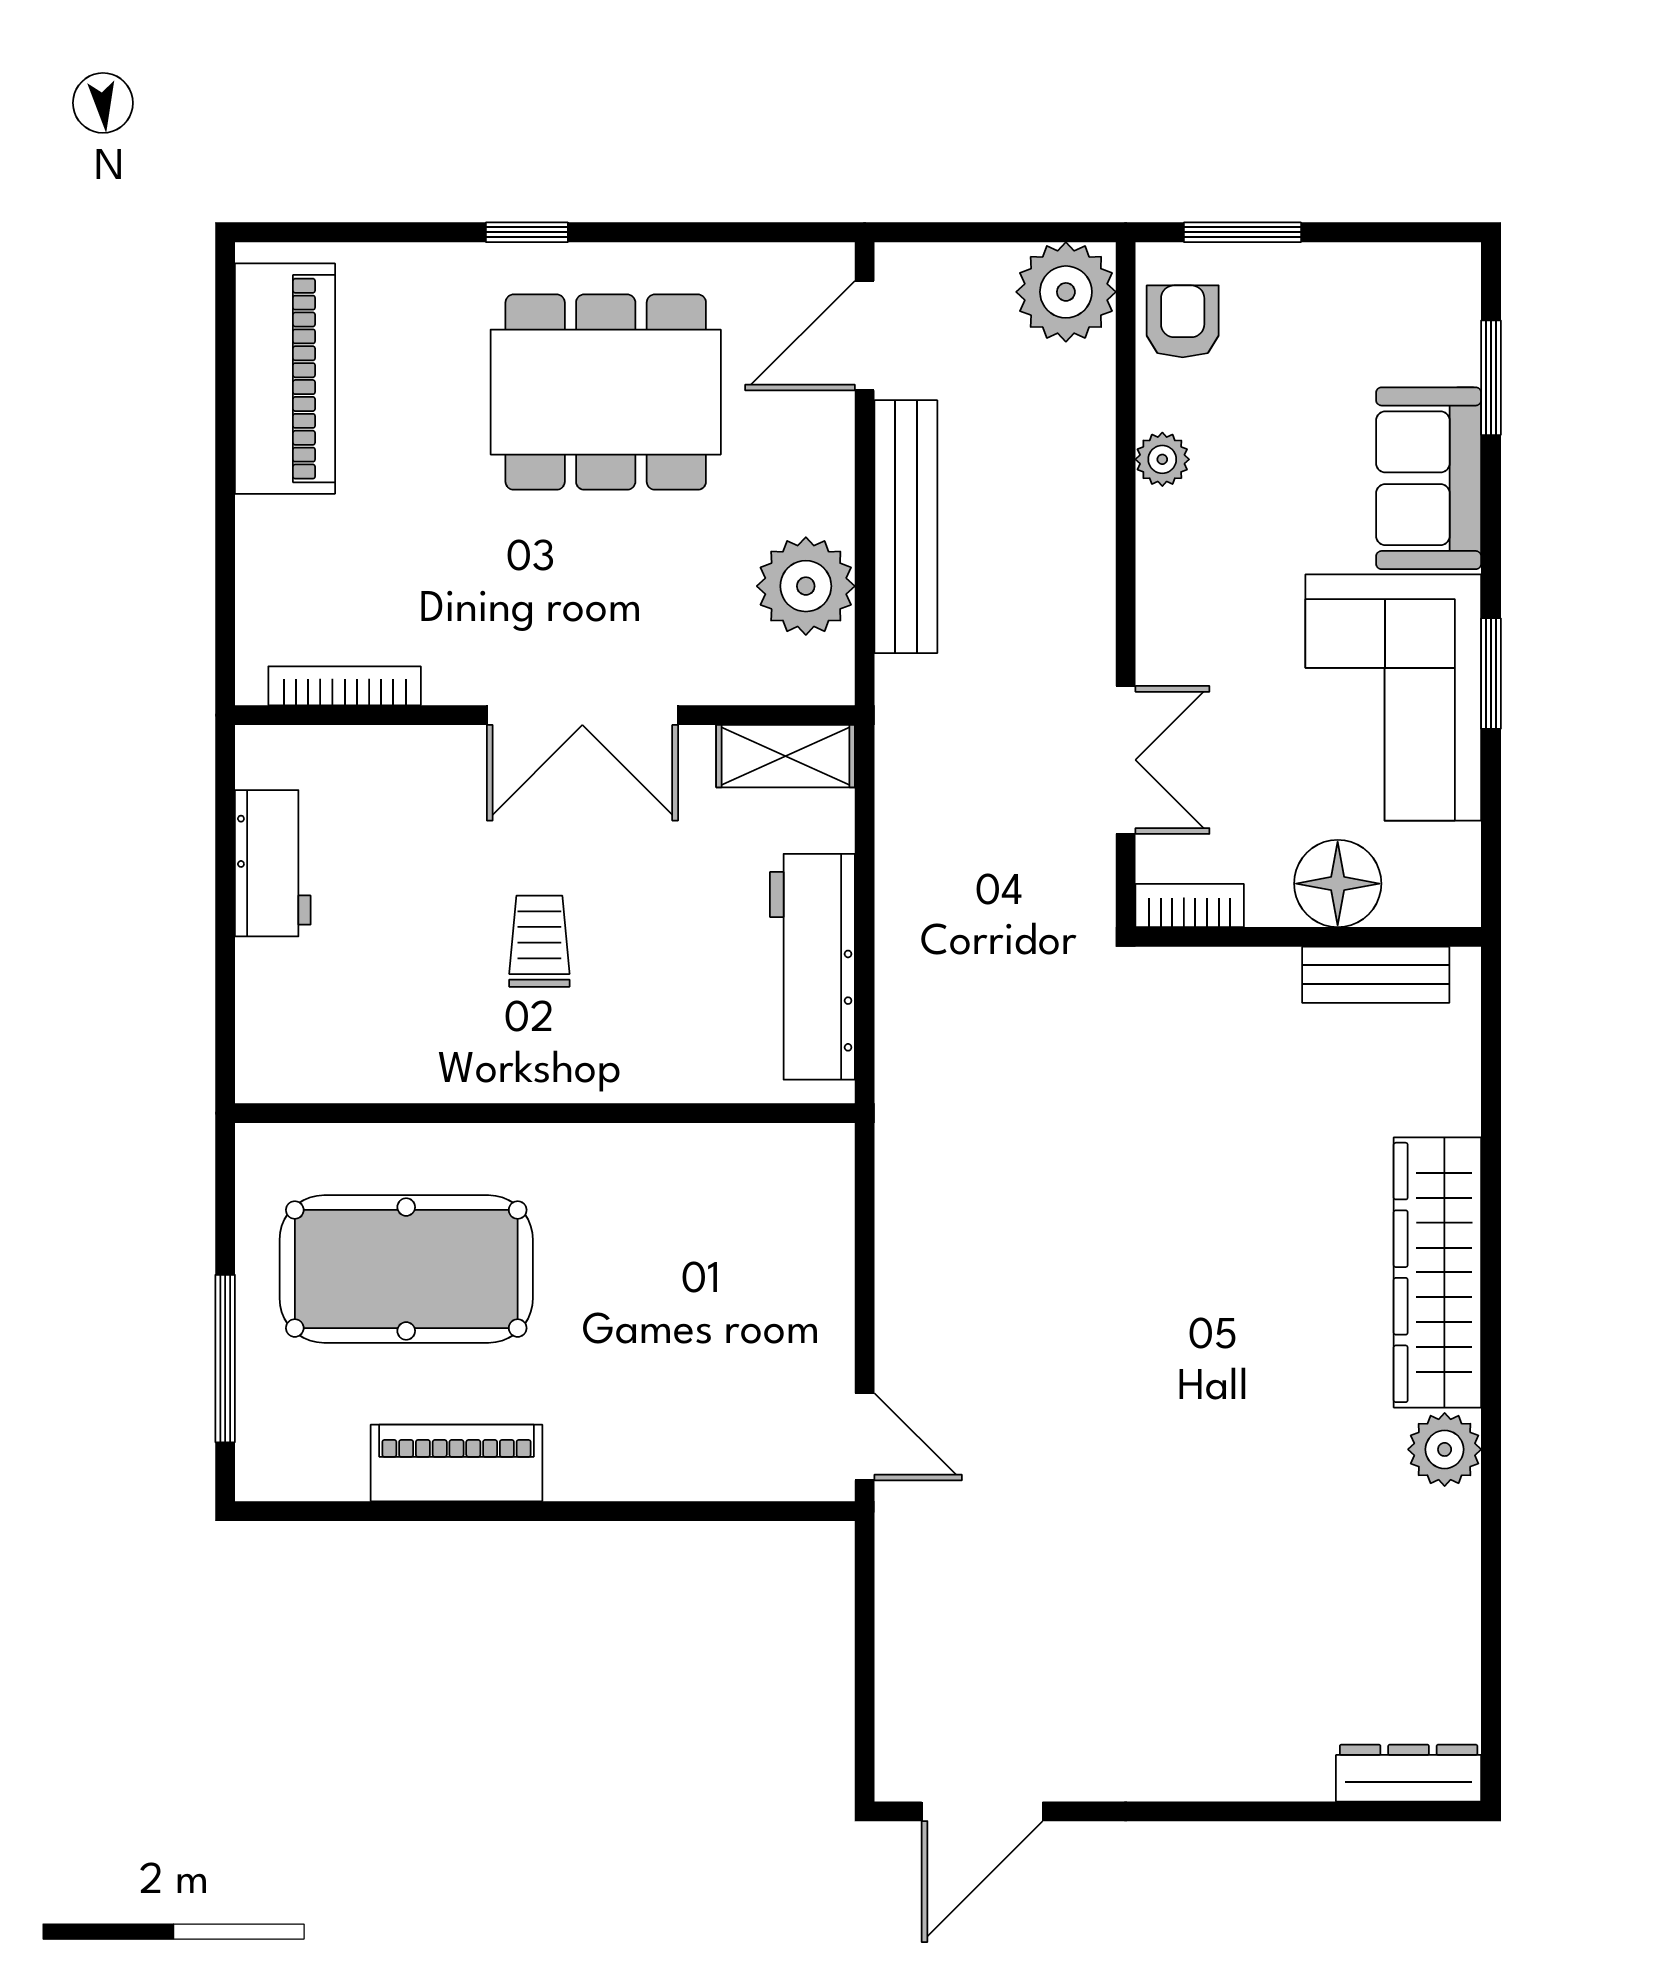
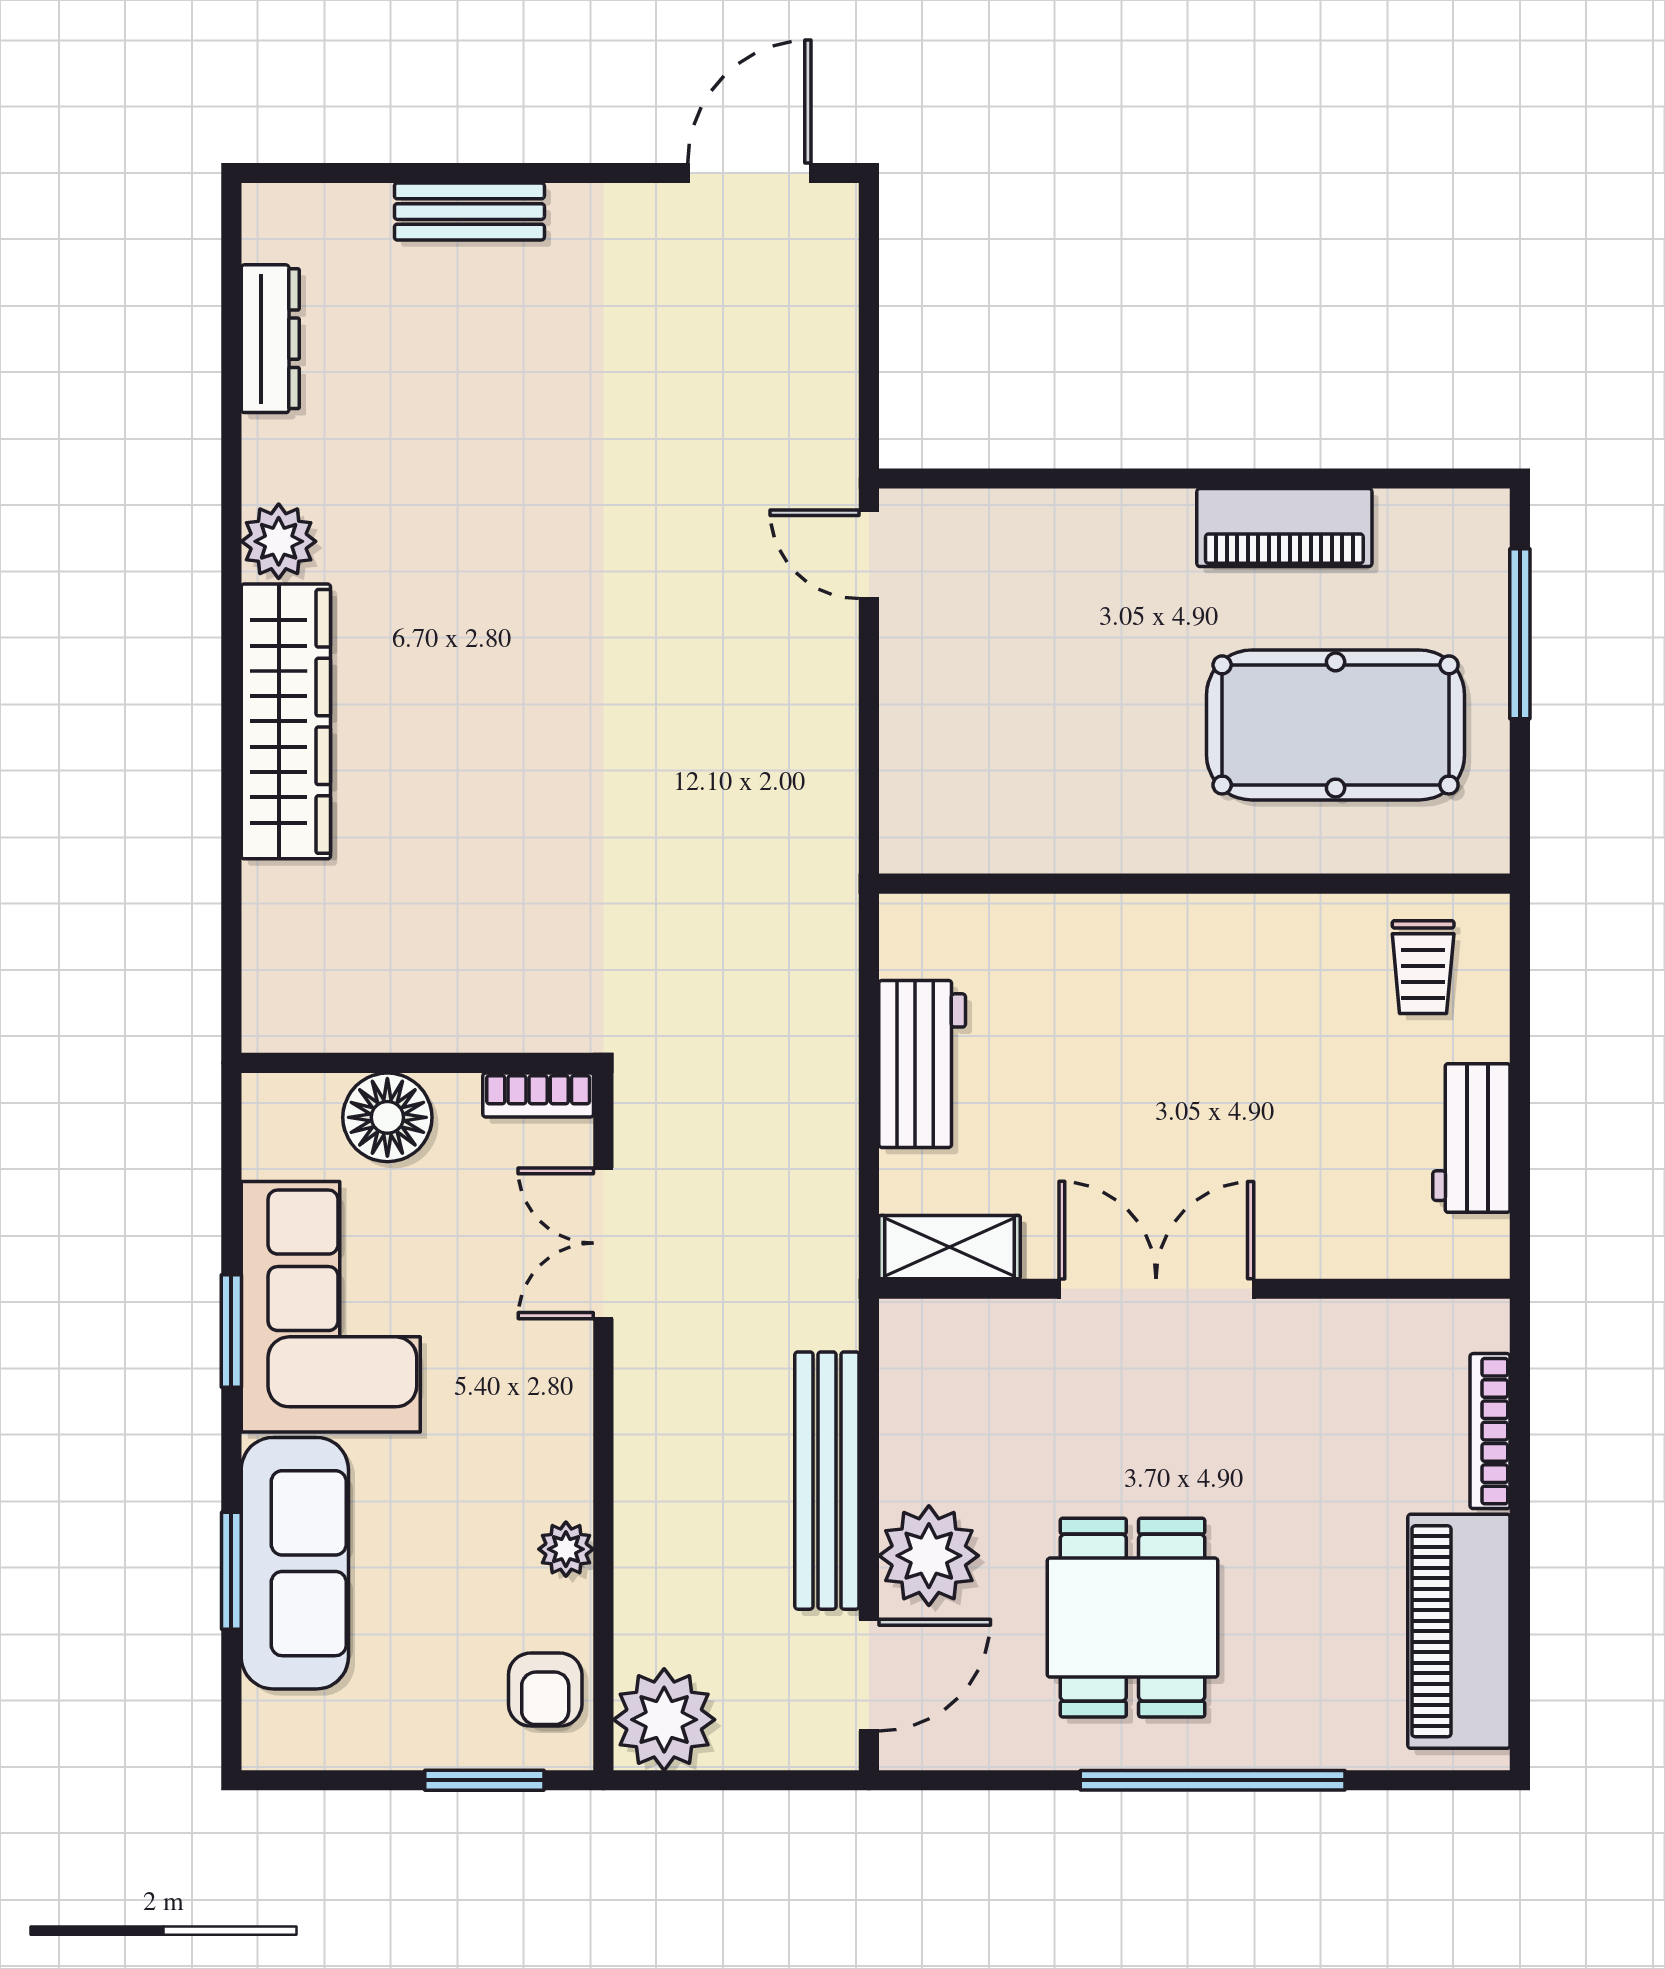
window: (527, 232) -> (1213, 1780), width x3.17
window: (1491, 378) -> (231, 1571), moved
dining table: (606, 392) -> (1132, 1618), width x0.73
sofa: (1429, 478) -> (295, 1563), width x1.36
plant: (806, 586) -> (929, 1556), moved
bookcase: (345, 686) -> (1490, 1431), moved, turned 90
trolley: (539, 941) -> (1423, 967), moved
workbench: (812, 967) -> (922, 1064), width x0.73
bench: (1376, 975) -> (469, 212), moved
dresser: (1409, 1773) -> (270, 339), moved, turned -90

